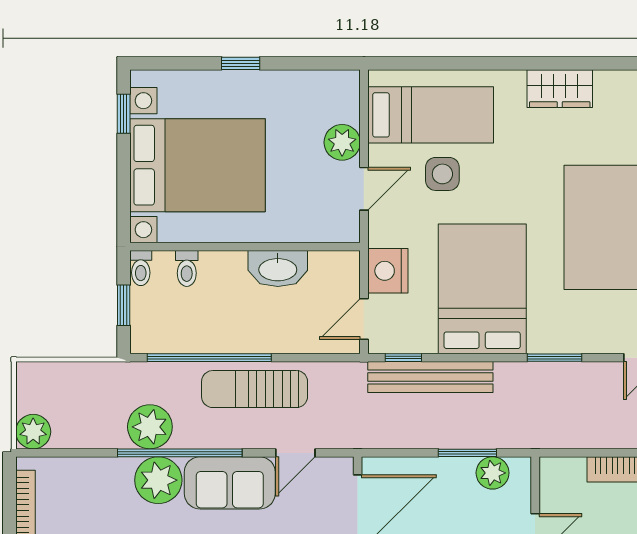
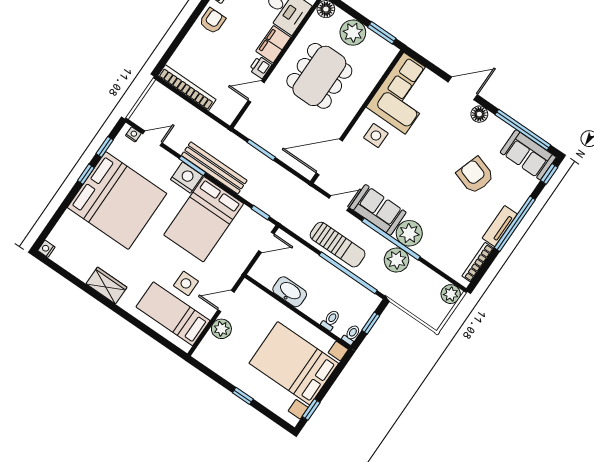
nightstand: (388, 271) -> (187, 178), moved, turned -90
bench: (430, 377) -> (214, 168), moved
plant: (493, 473) -> (256, 133), removed

